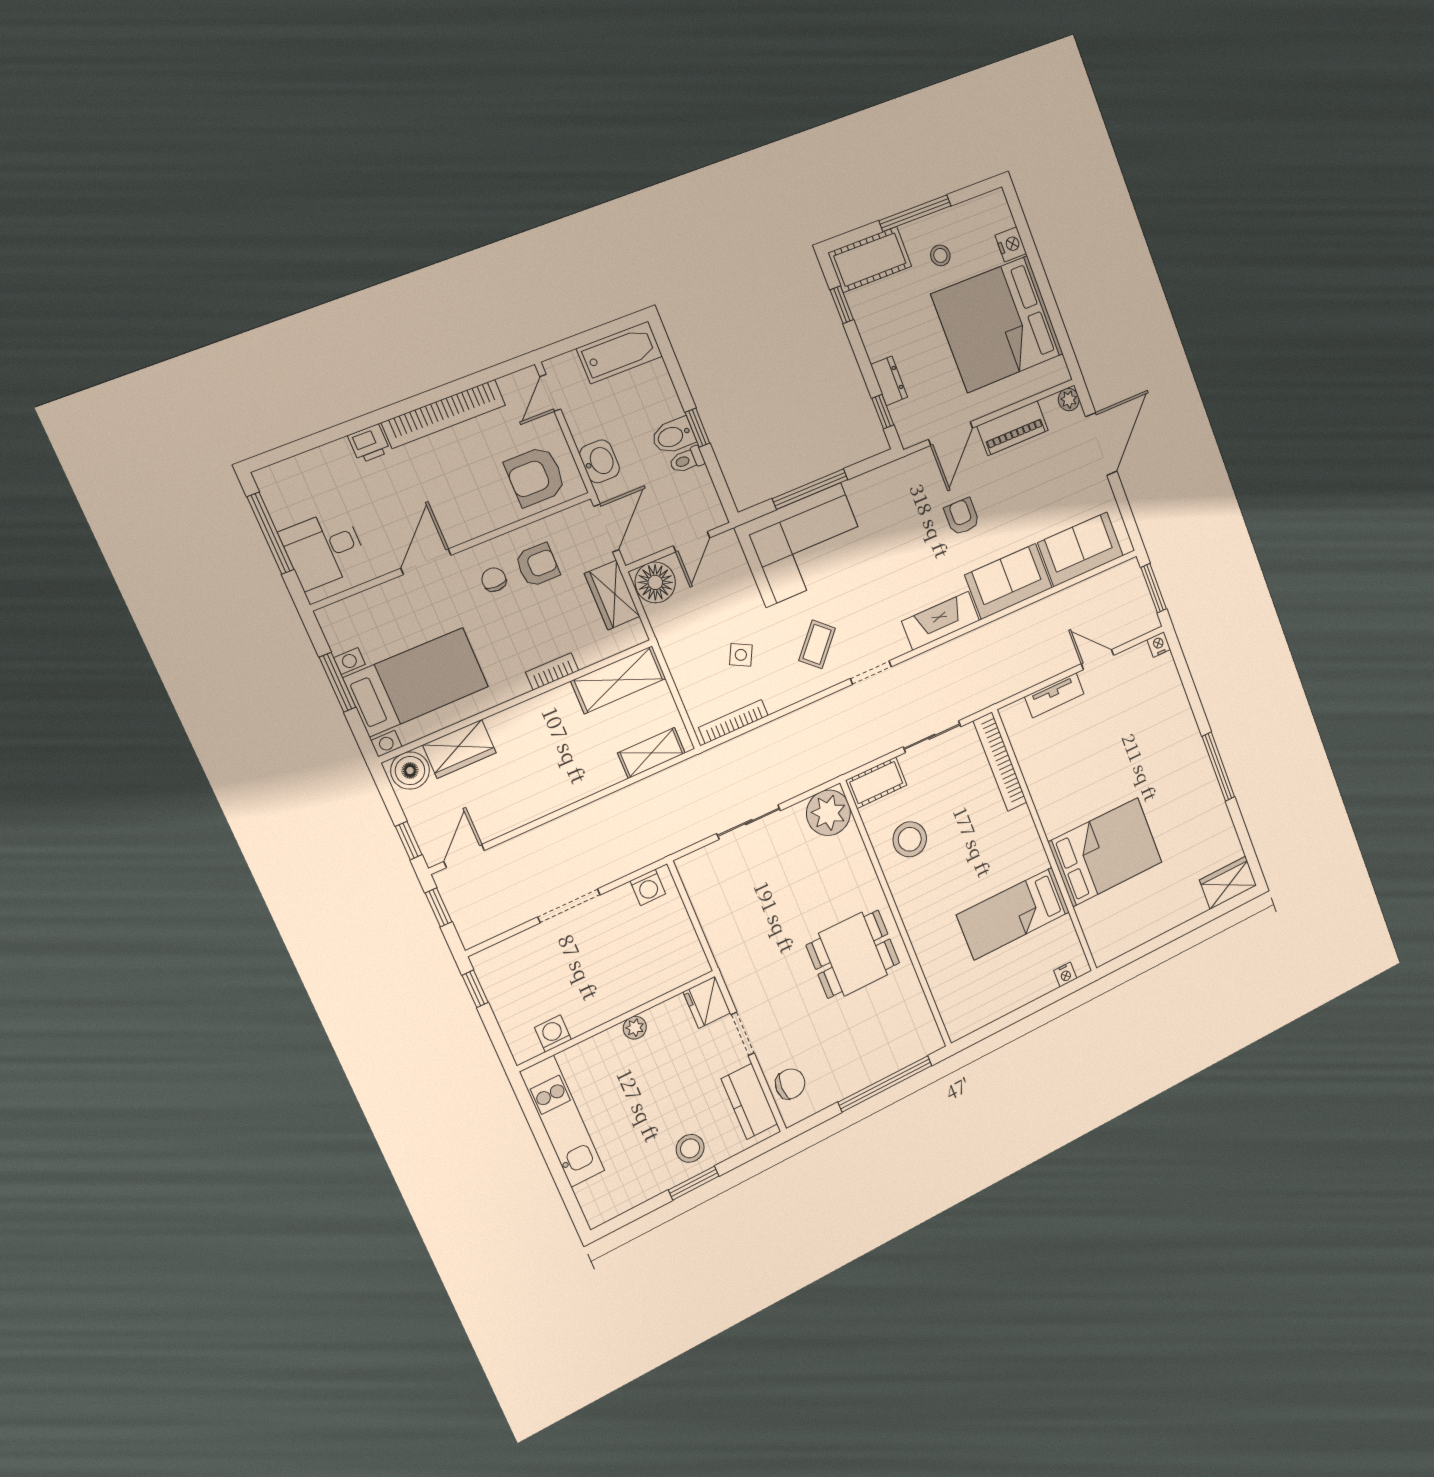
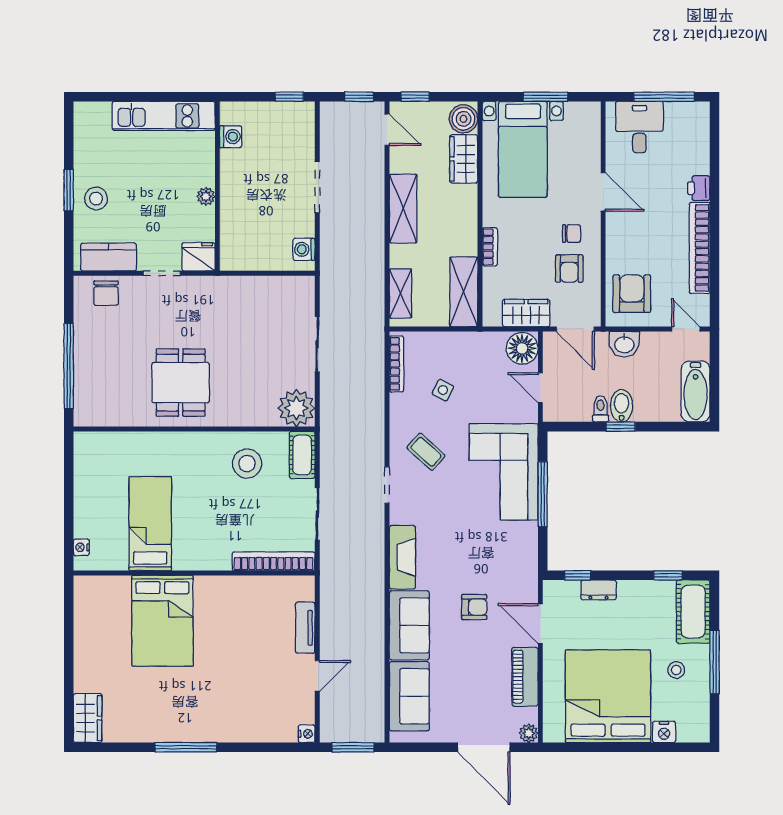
shelving: (551, 794) -> (403, 209), added

